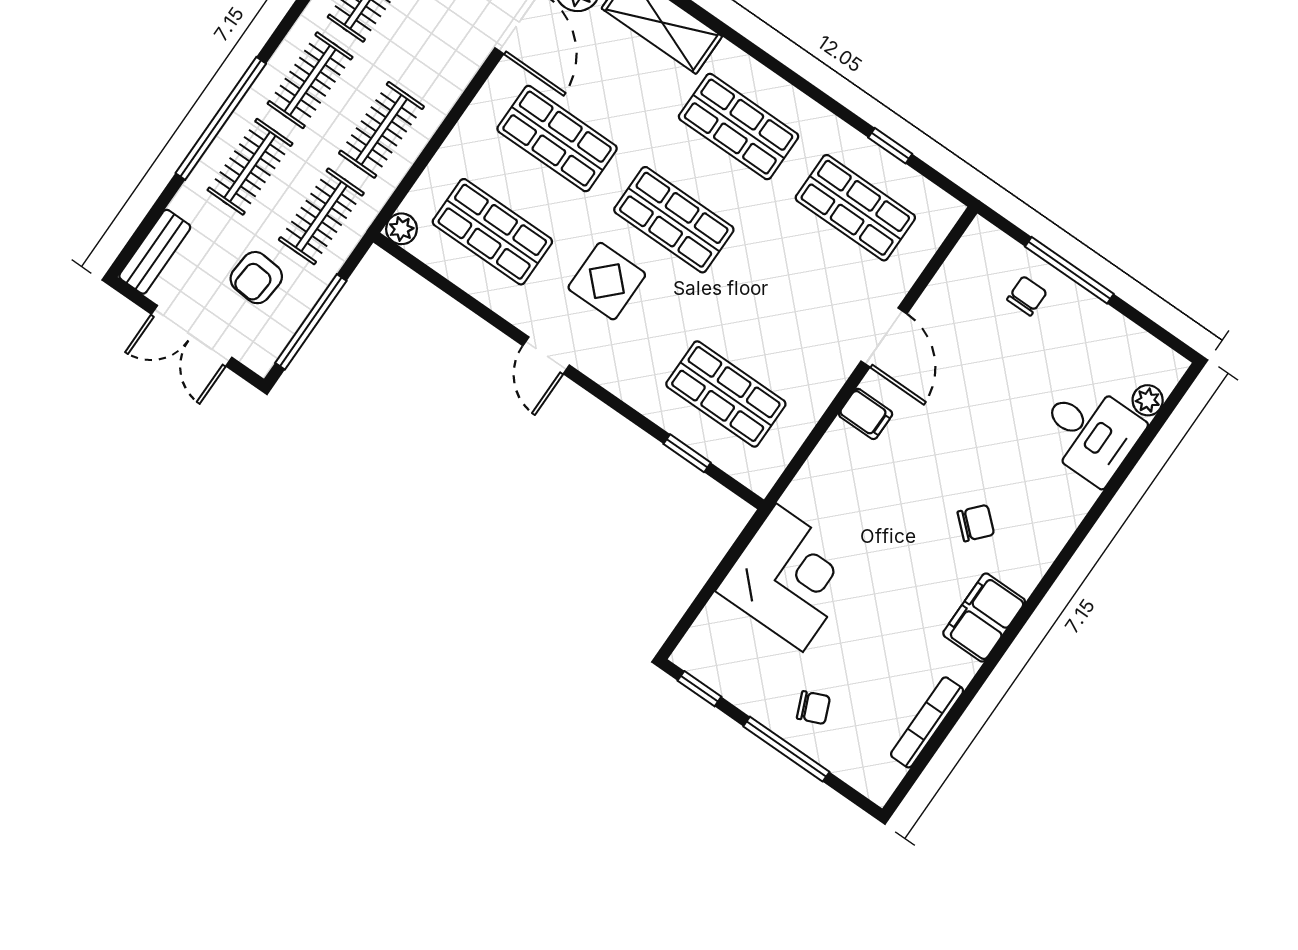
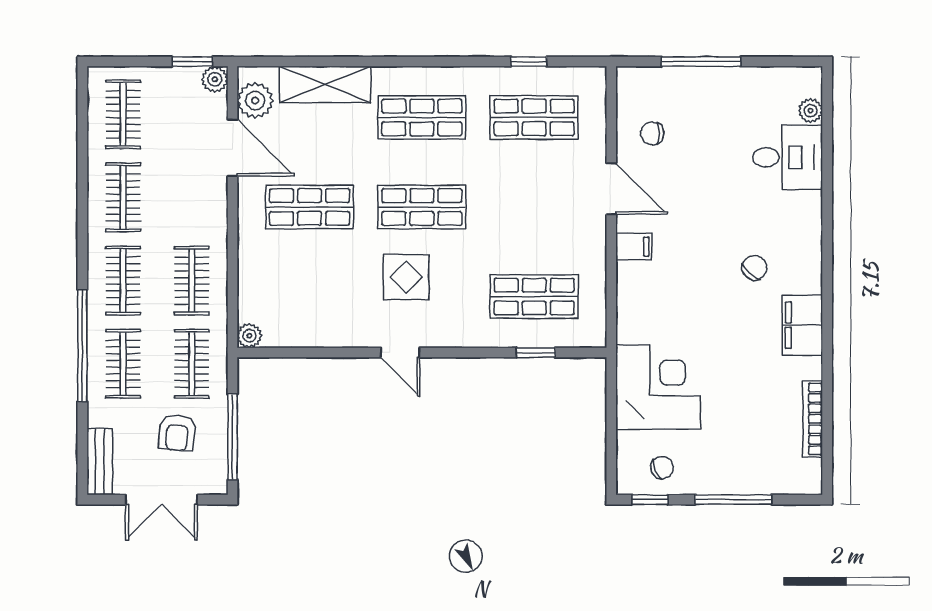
shop shelf: (492, 232) -> (310, 297), removed
chair: (1027, 296) -> (652, 133), moved, turned -90
chair: (813, 708) -> (662, 468), moved

